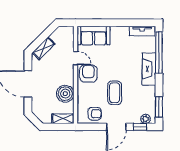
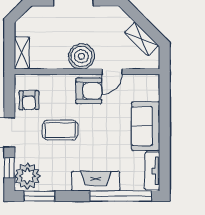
sofa: (94, 36) -> (146, 126), moved
shelving: (44, 48) -> (141, 39), moved
boiler: (65, 94) -> (81, 56), moved
plant: (146, 119) -> (27, 176), width x1.87, depth x1.87

